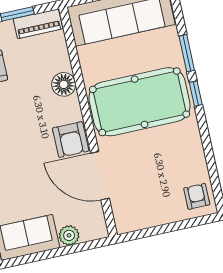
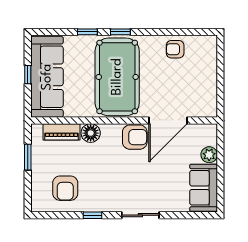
piano: (38, 24) -> (62, 132), moved, turned 90
window: (187, 53) -> (87, 32), width x0.67
armchair: (197, 196) -> (175, 49), moved

